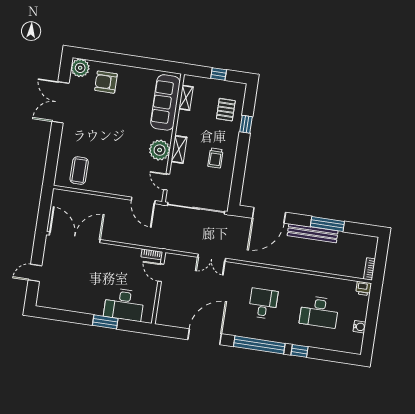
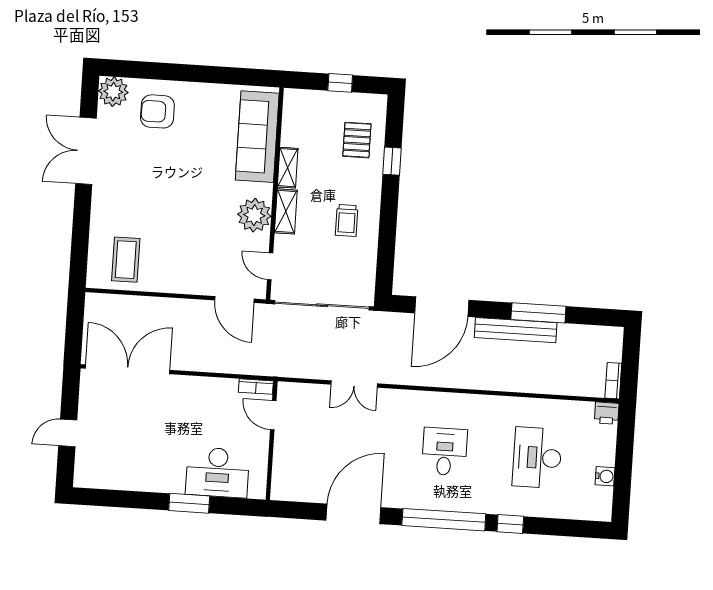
shelving: (186, 98) -> (288, 168), moved
desk: (319, 312) -> (537, 458), turned 90

